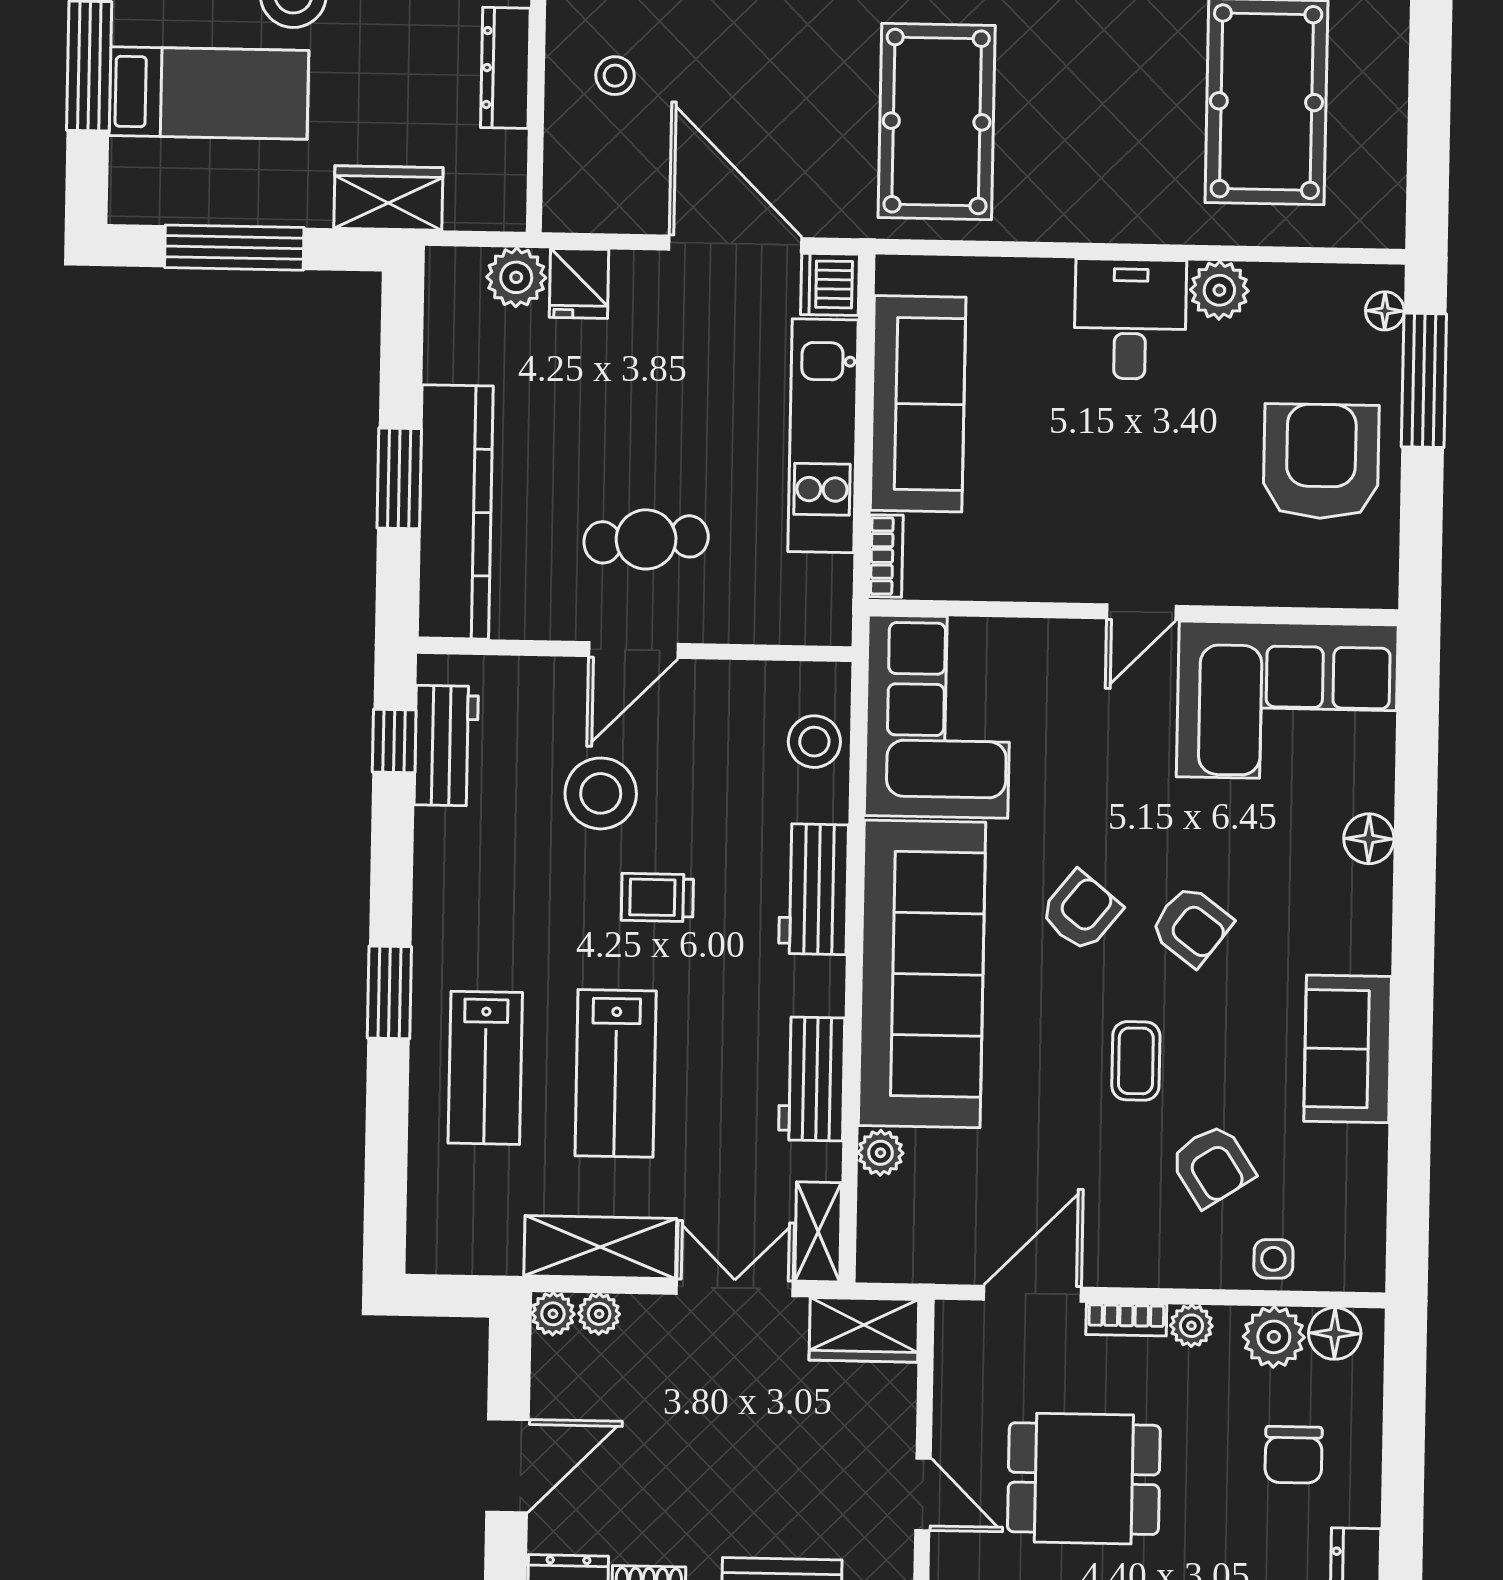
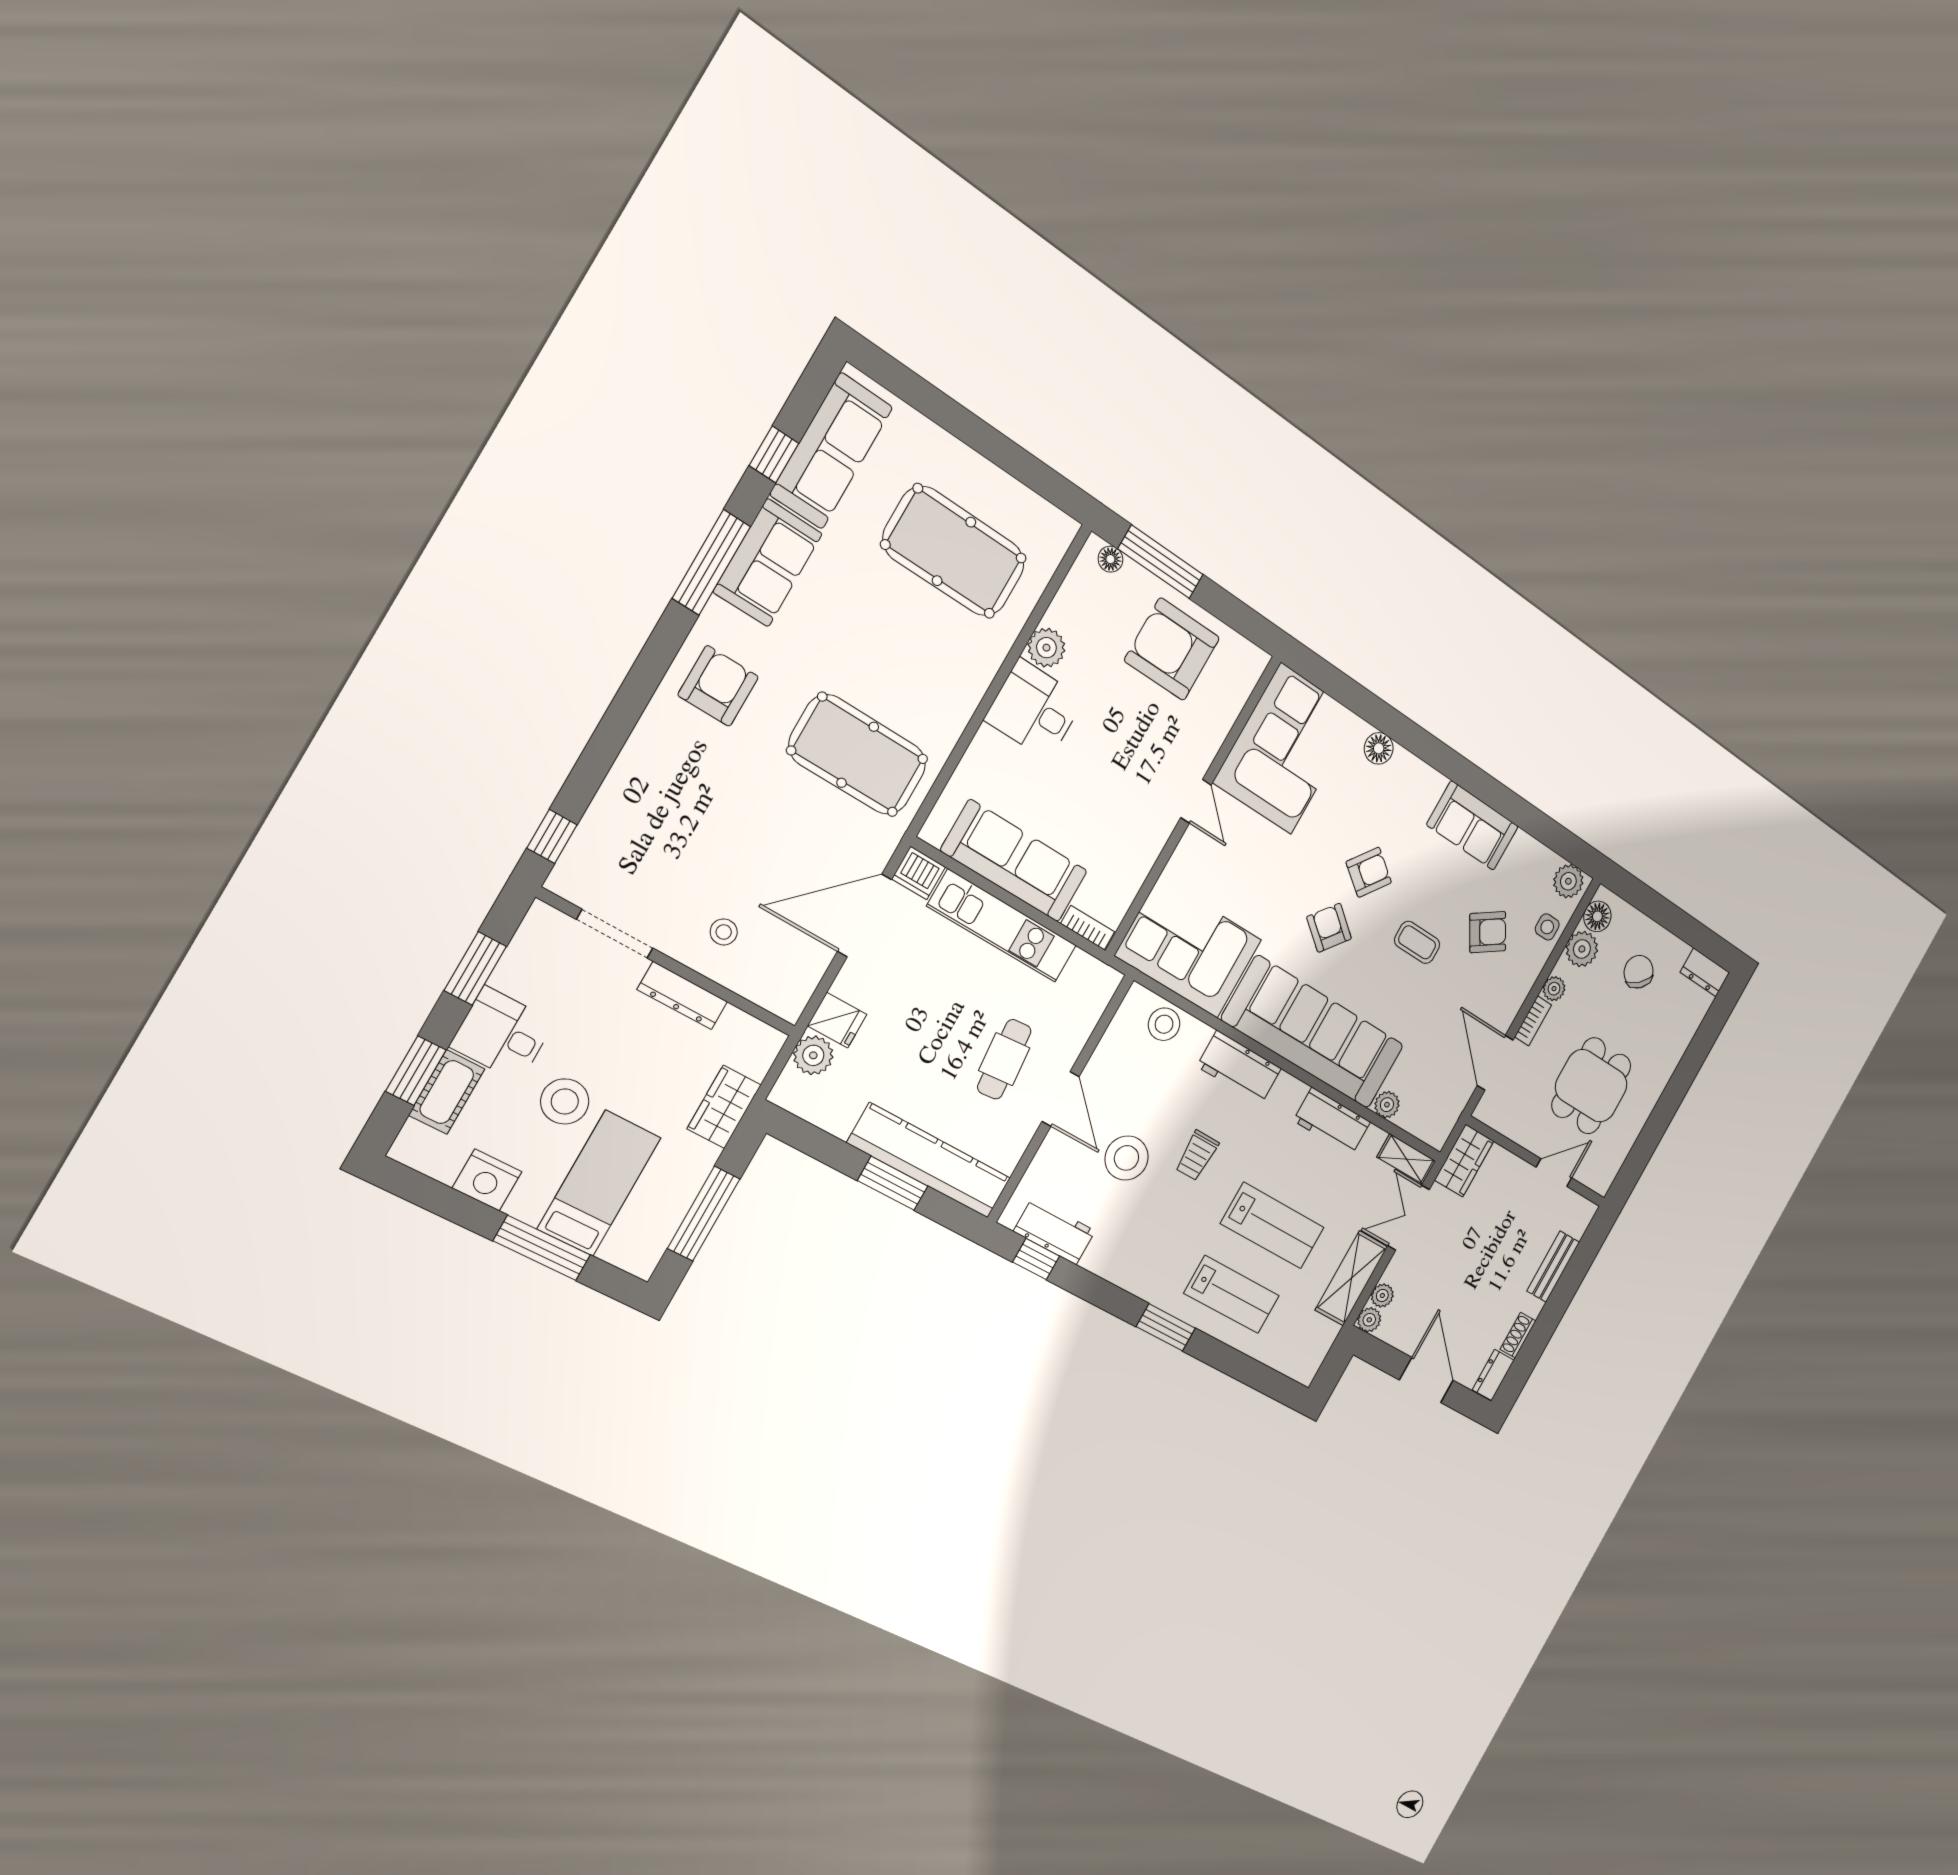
plant: (1358, 1253) -> (1568, 881), added
chair: (1294, 1455) -> (1639, 972), turned -131

